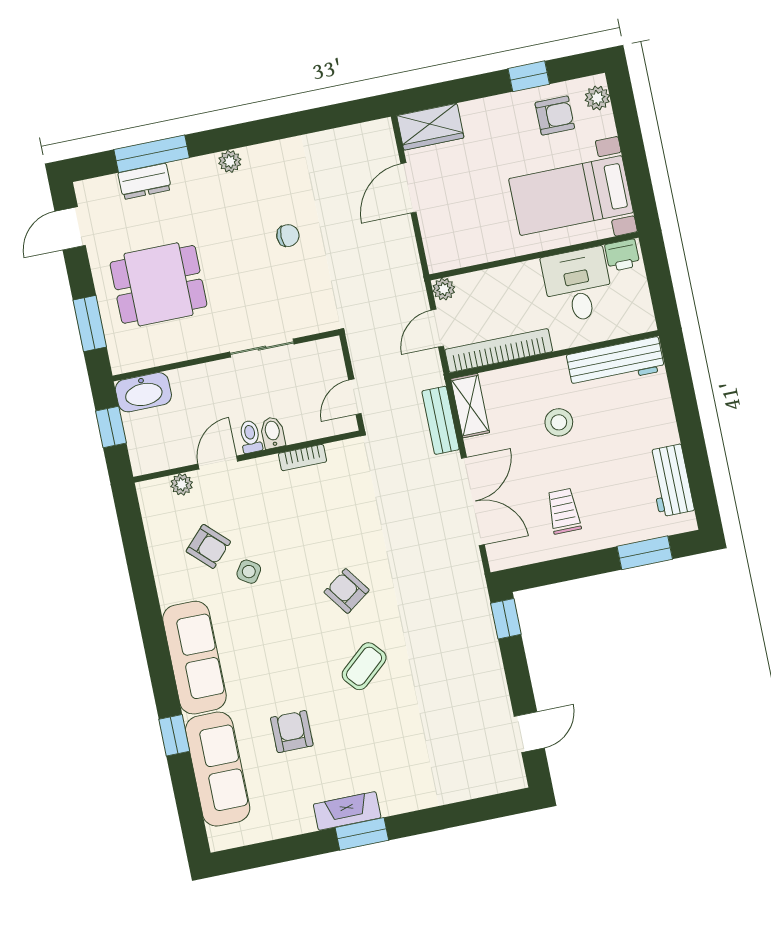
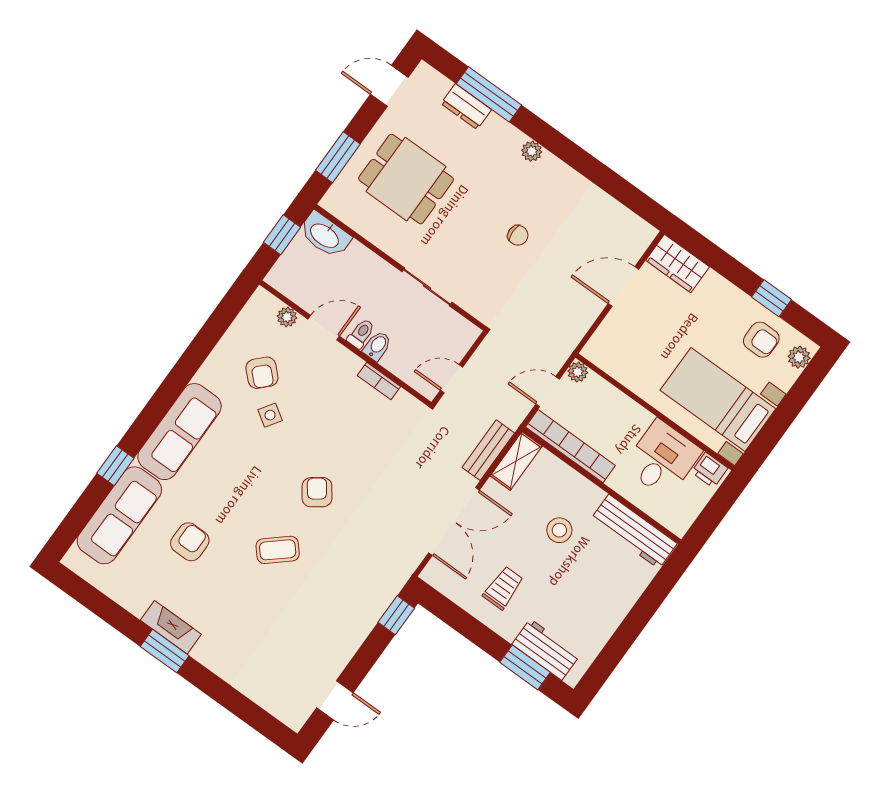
workbench: (671, 481) -> (546, 650), moved, turned 90

